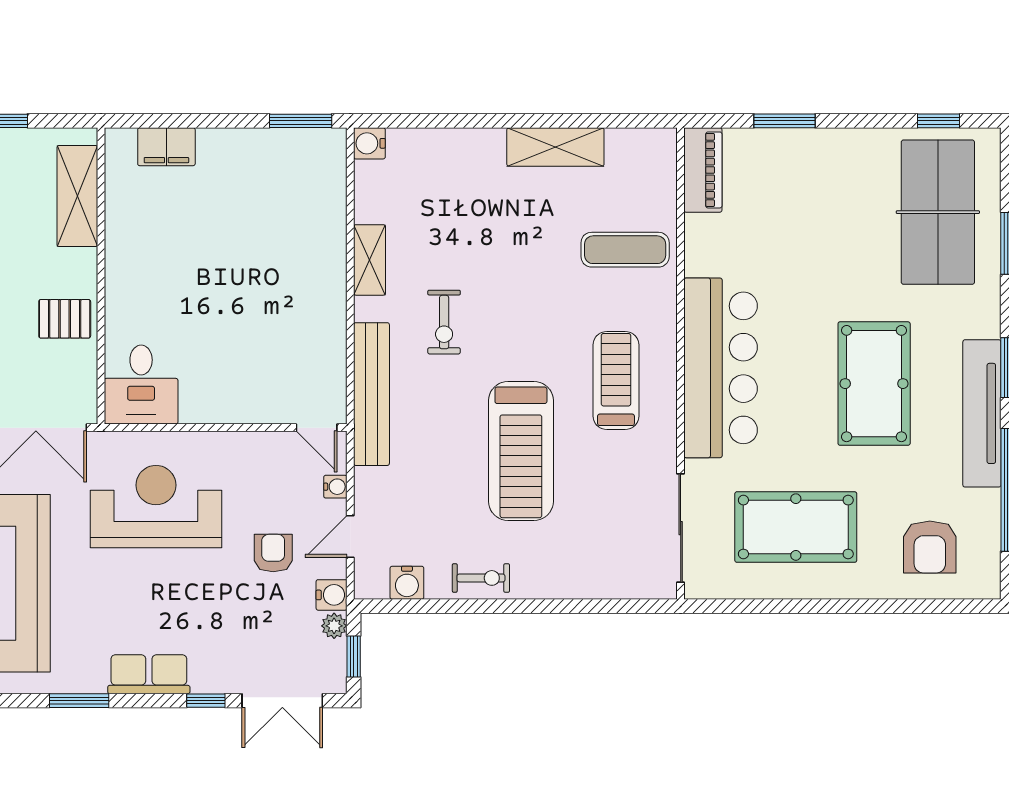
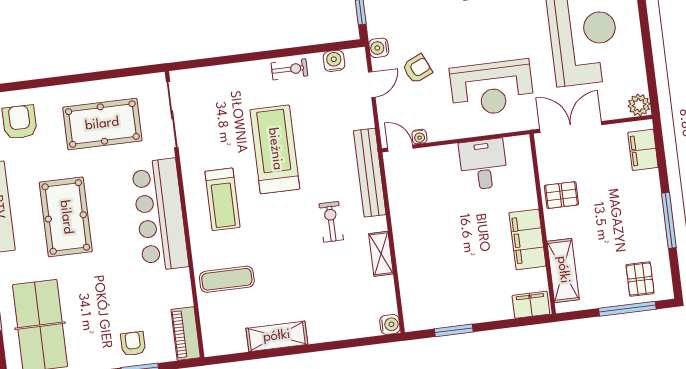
window: (301, 121) -> (454, 330), moved
filing cabinet: (166, 147) -> (531, 305), moved
armchair: (790, 164) -> (133, 344), added
filing cabinet: (129, 254) -> (527, 239), added
desk: (141, 385) -> (483, 164), moved
water cooler: (335, 487) -> (419, 137), moved, turned -90
armchair: (273, 553) -> (417, 69), turned -114
exercise bike: (481, 578) -> (289, 69), turned 180
plant: (334, 626) -> (375, 29), removed

